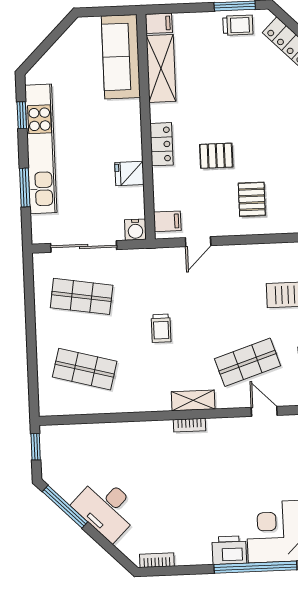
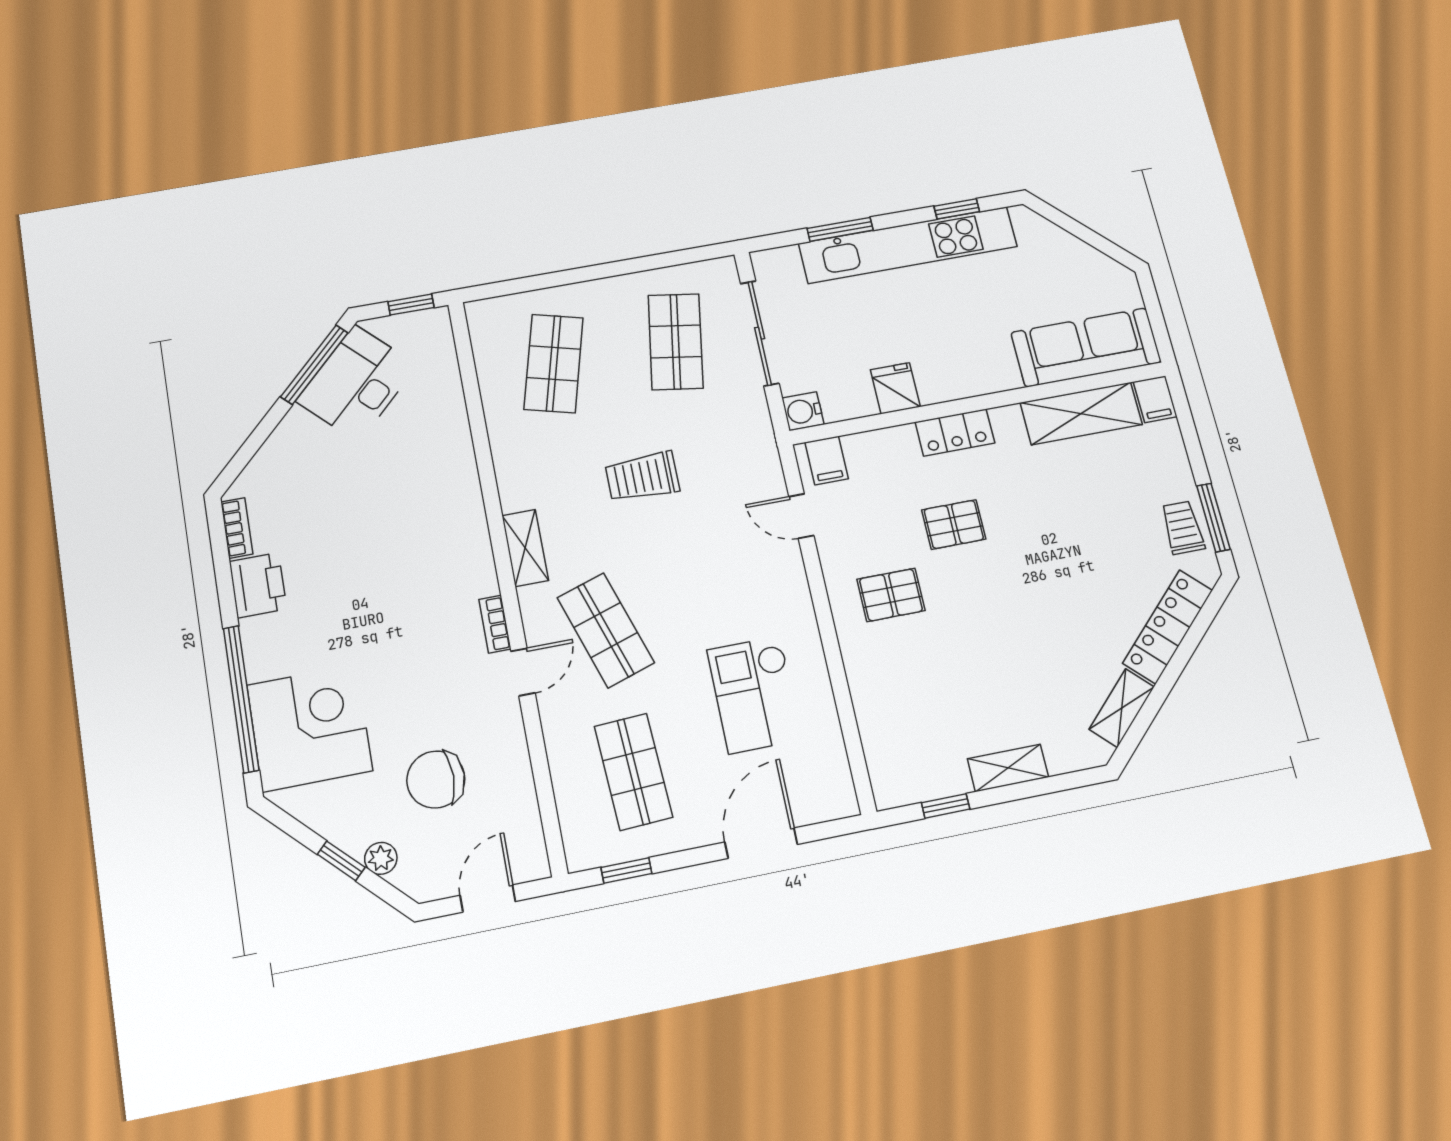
trolley: (238, 25) -> (1183, 528), turned 180
pallet: (216, 156) -> (954, 524), turned 90
trolley: (161, 328) -> (642, 477), width x1.36, depth x1.39
bookcase: (189, 425) -> (495, 624), moved
desk: (106, 508) -> (357, 383), moved
printer: (229, 550) -> (258, 585), moved

